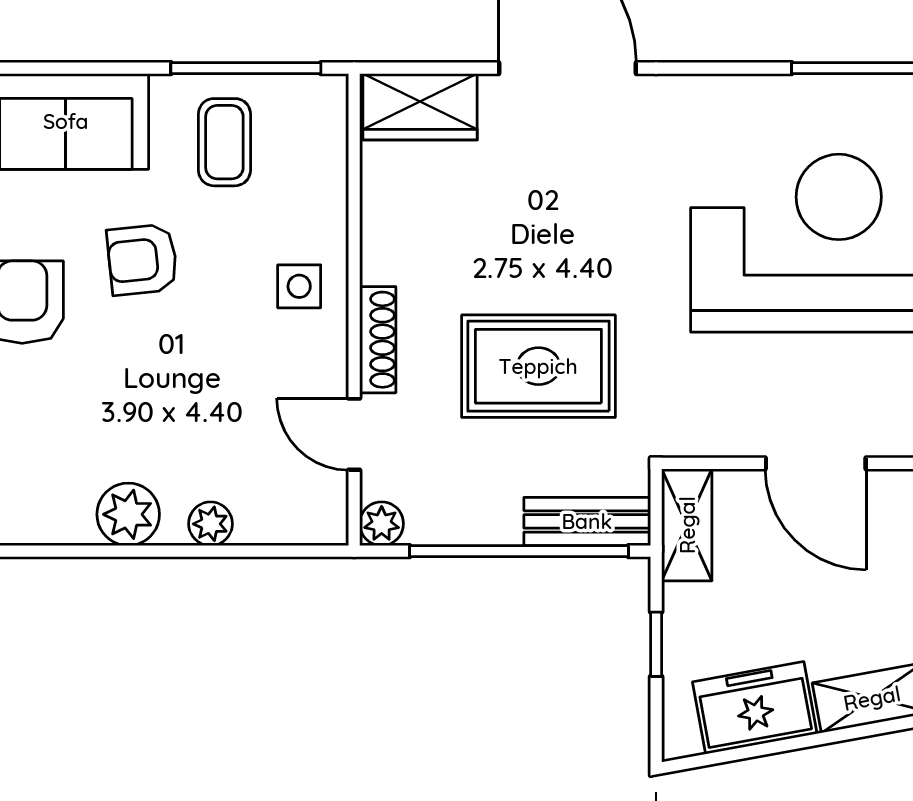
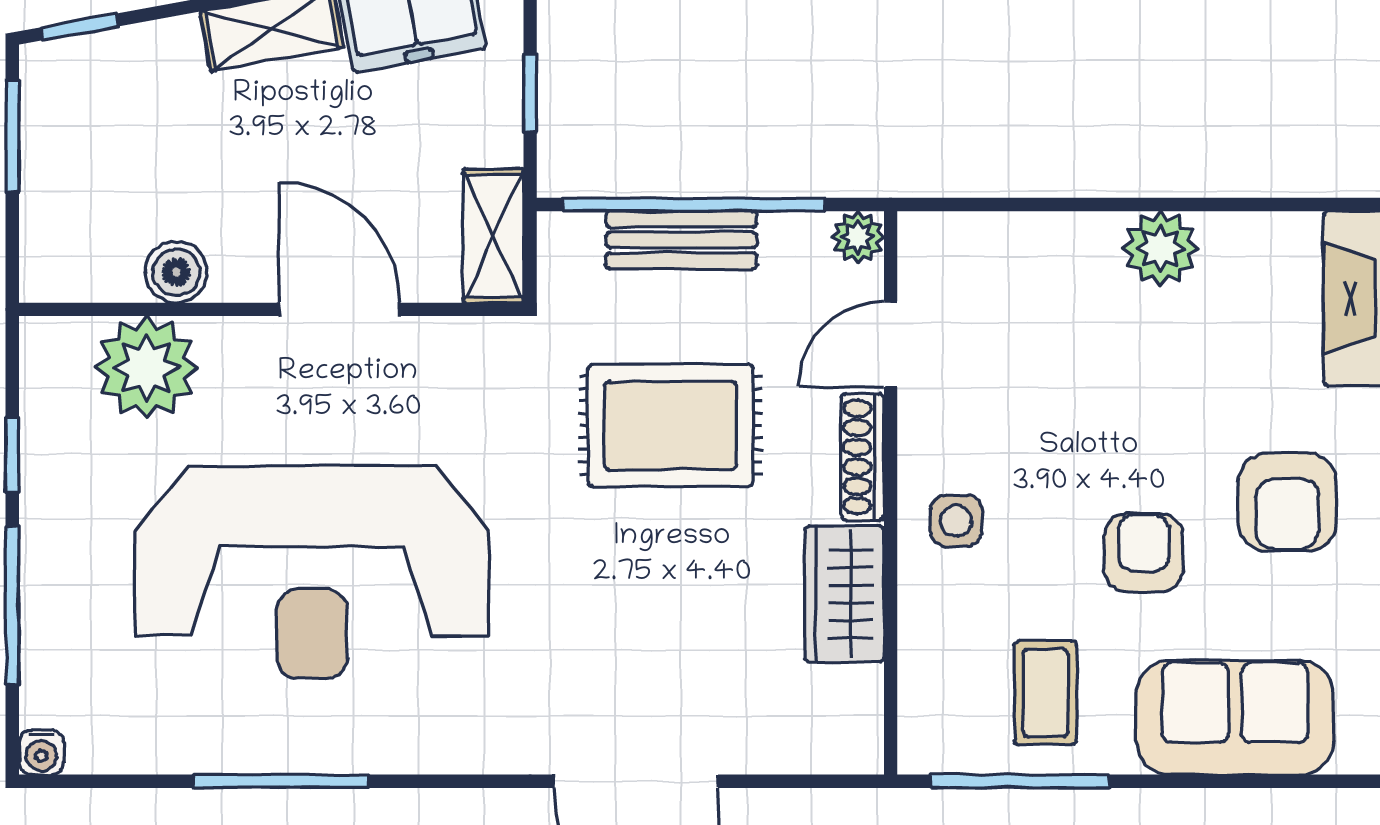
wardrobe: (420, 107) -> (844, 594), moved, turned -90
armchair: (142, 260) -> (1144, 553), turned -84
door: (354, 434) -> (891, 344), swing flipped
bench: (587, 521) -> (681, 240), moved
plant: (210, 524) -> (1062, 237), removed

